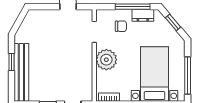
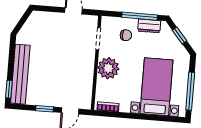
window: (11, 62) -> (9, 89), moved

